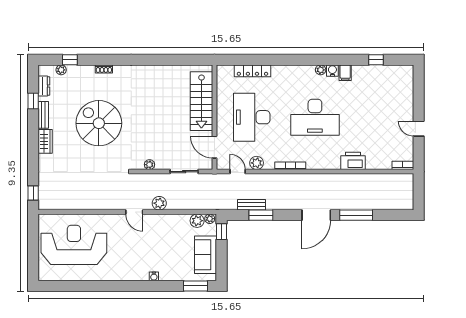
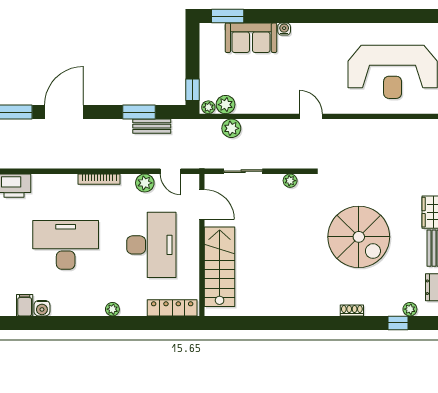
plant: (321, 70) -> (112, 309), moved
locker: (252, 71) -> (172, 308), moved
plant: (159, 203) -> (231, 128), moved
sofa: (205, 255) -> (251, 38), moved, turned 90

